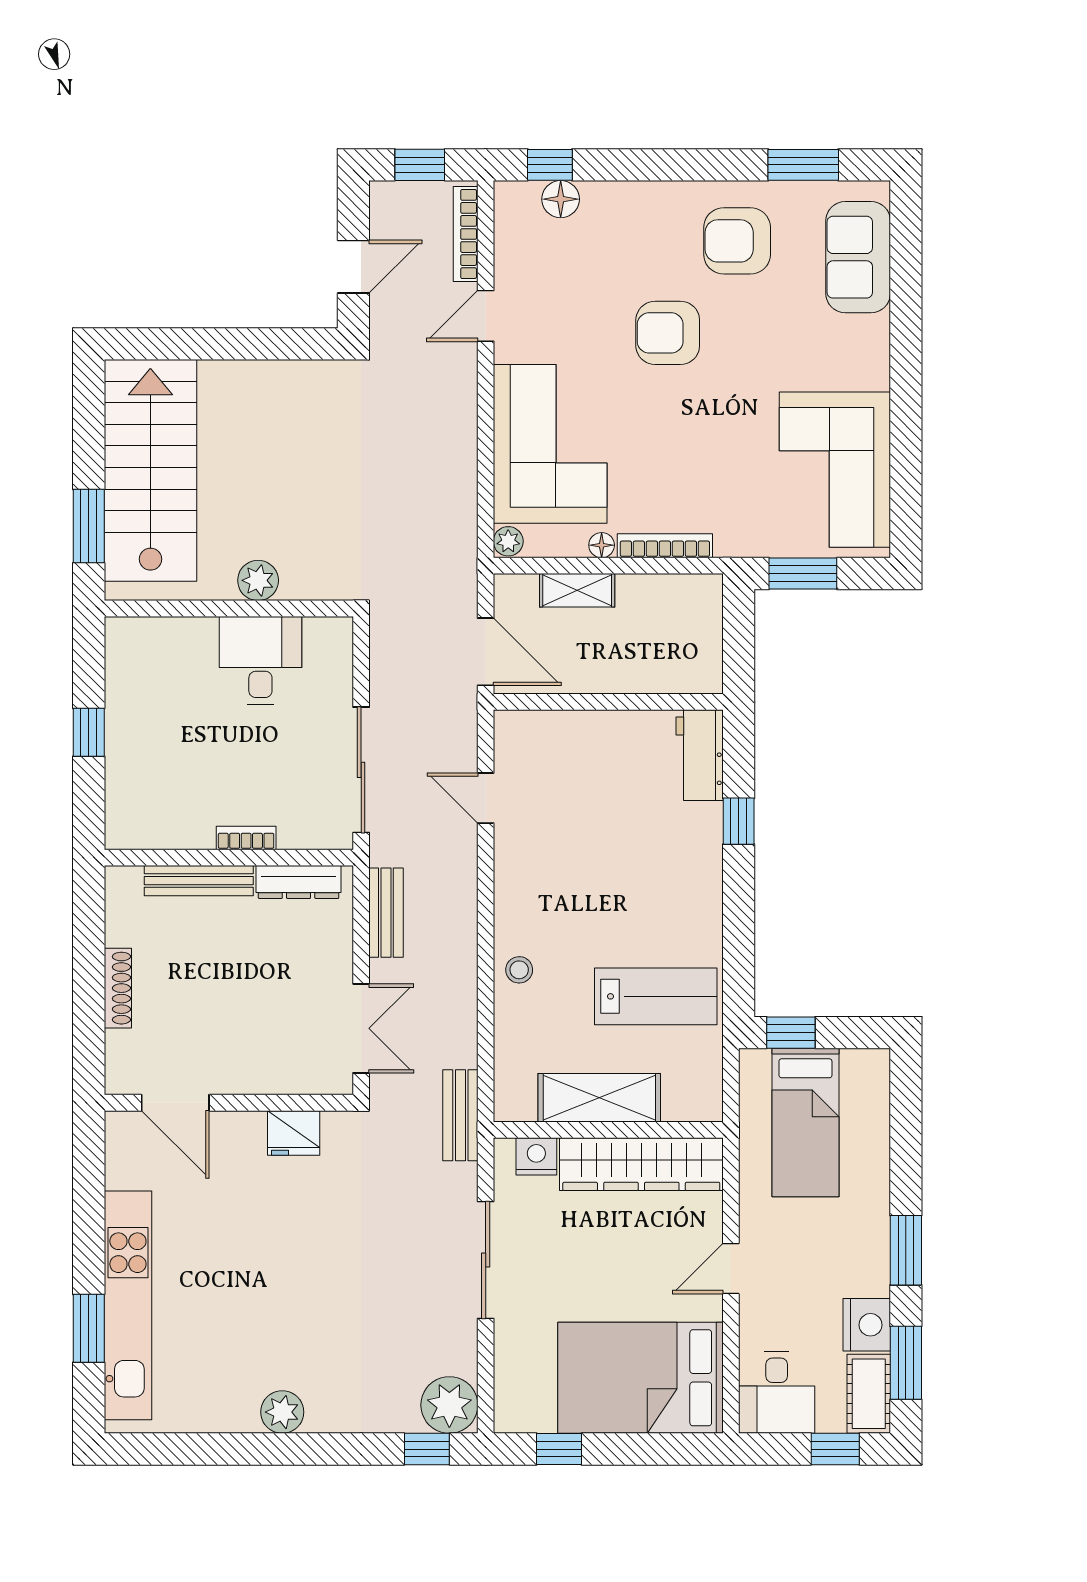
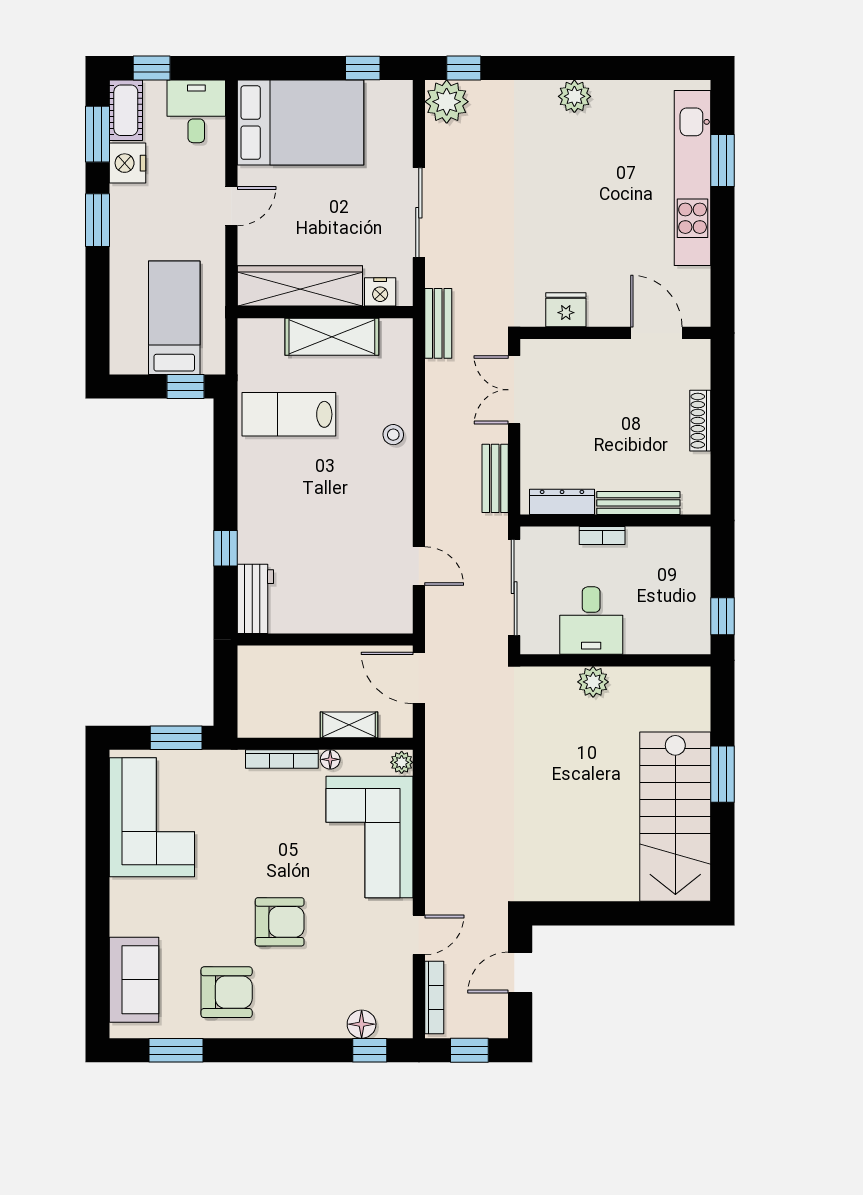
plant: (258, 580) -> (593, 682), moved
wall: (229, 609) -> (615, 660), moved
desk: (260, 661) -> (591, 621), moved

